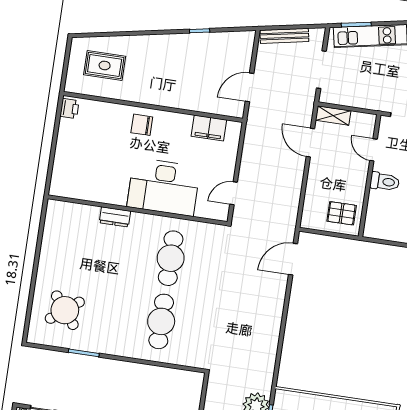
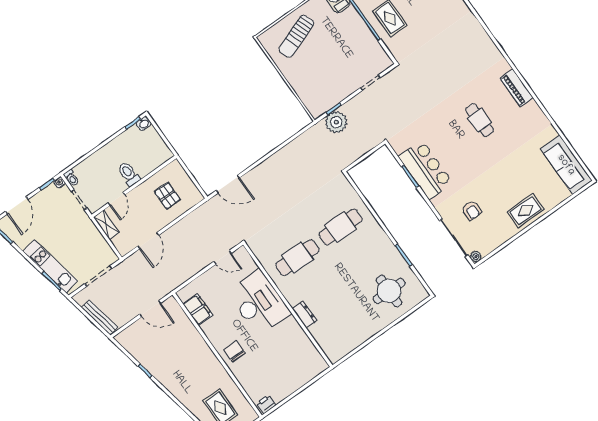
shelving: (333, 115) -> (106, 225), moved
chair: (142, 125) -> (234, 351), turned 180
pallet: (342, 213) -> (167, 196), moved
round table: (65, 310) -> (389, 291), turned 38

